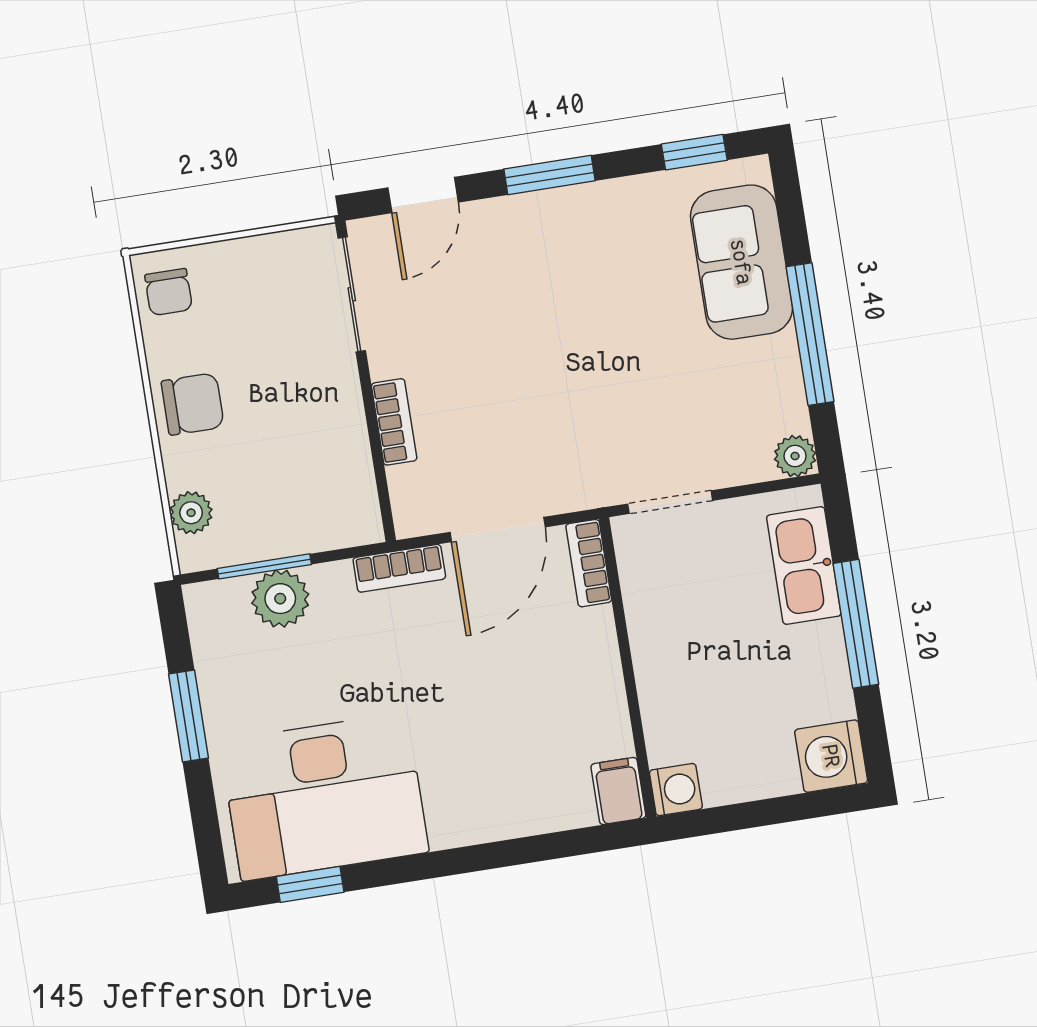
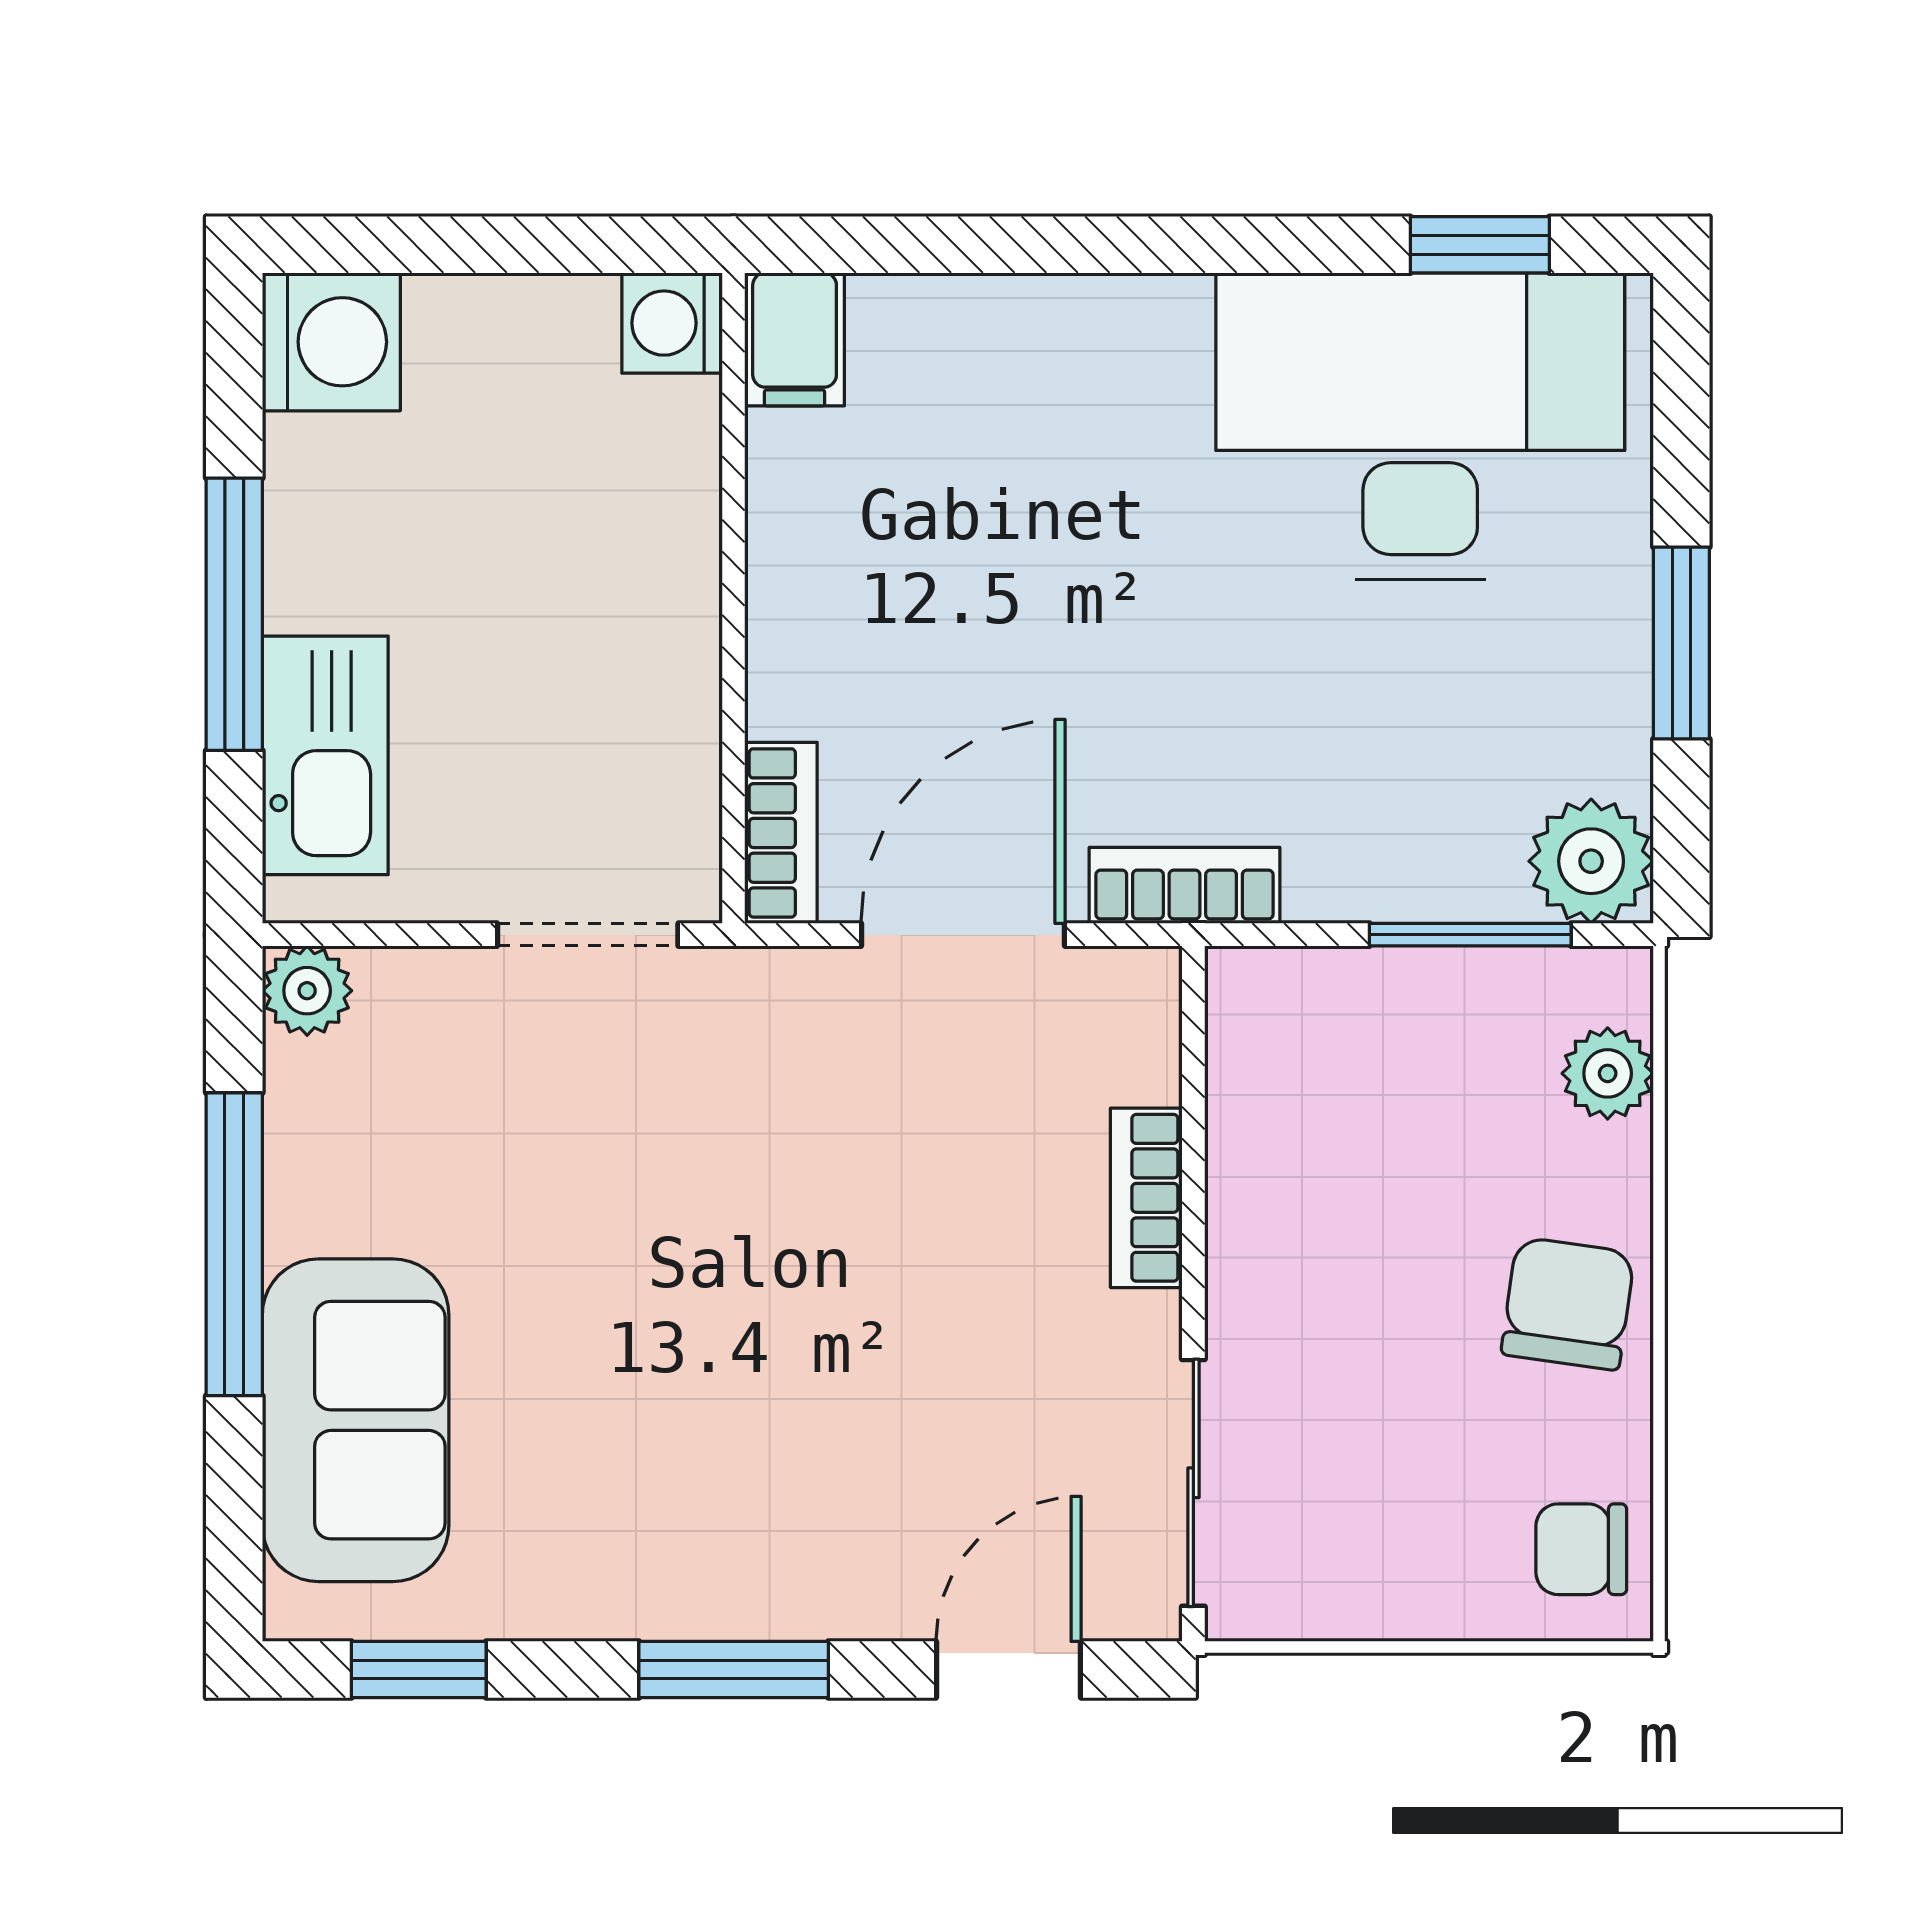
chair: (169, 292) -> (1581, 1549), turned -90
chair: (193, 404) -> (1568, 1304), turned 98
plant: (280, 599) -> (1591, 861), moved

